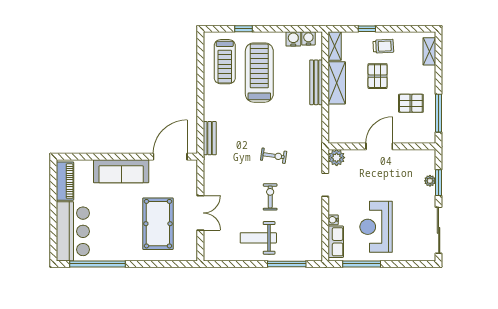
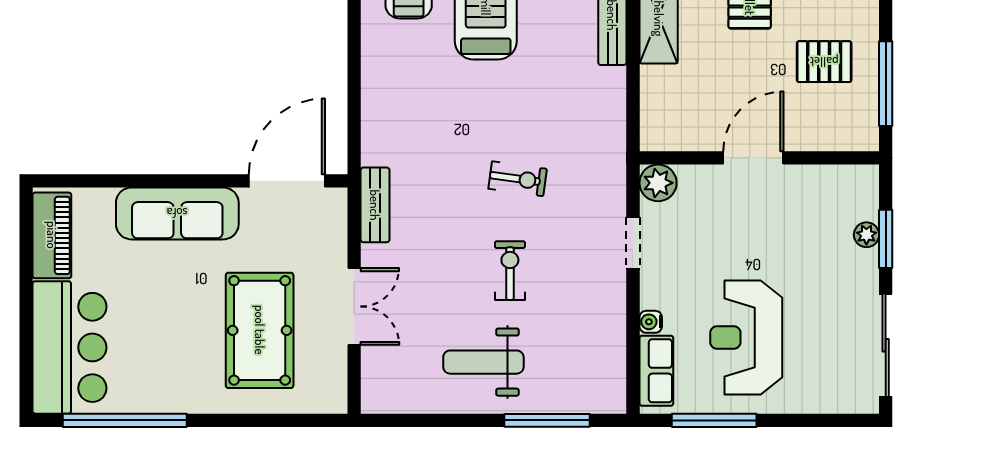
bench: (210, 138) -> (375, 205), moved

